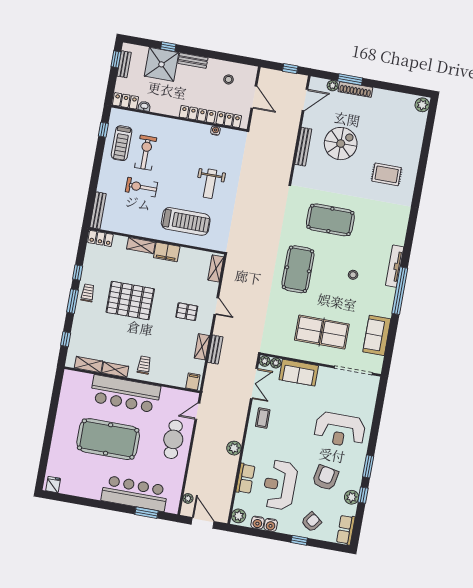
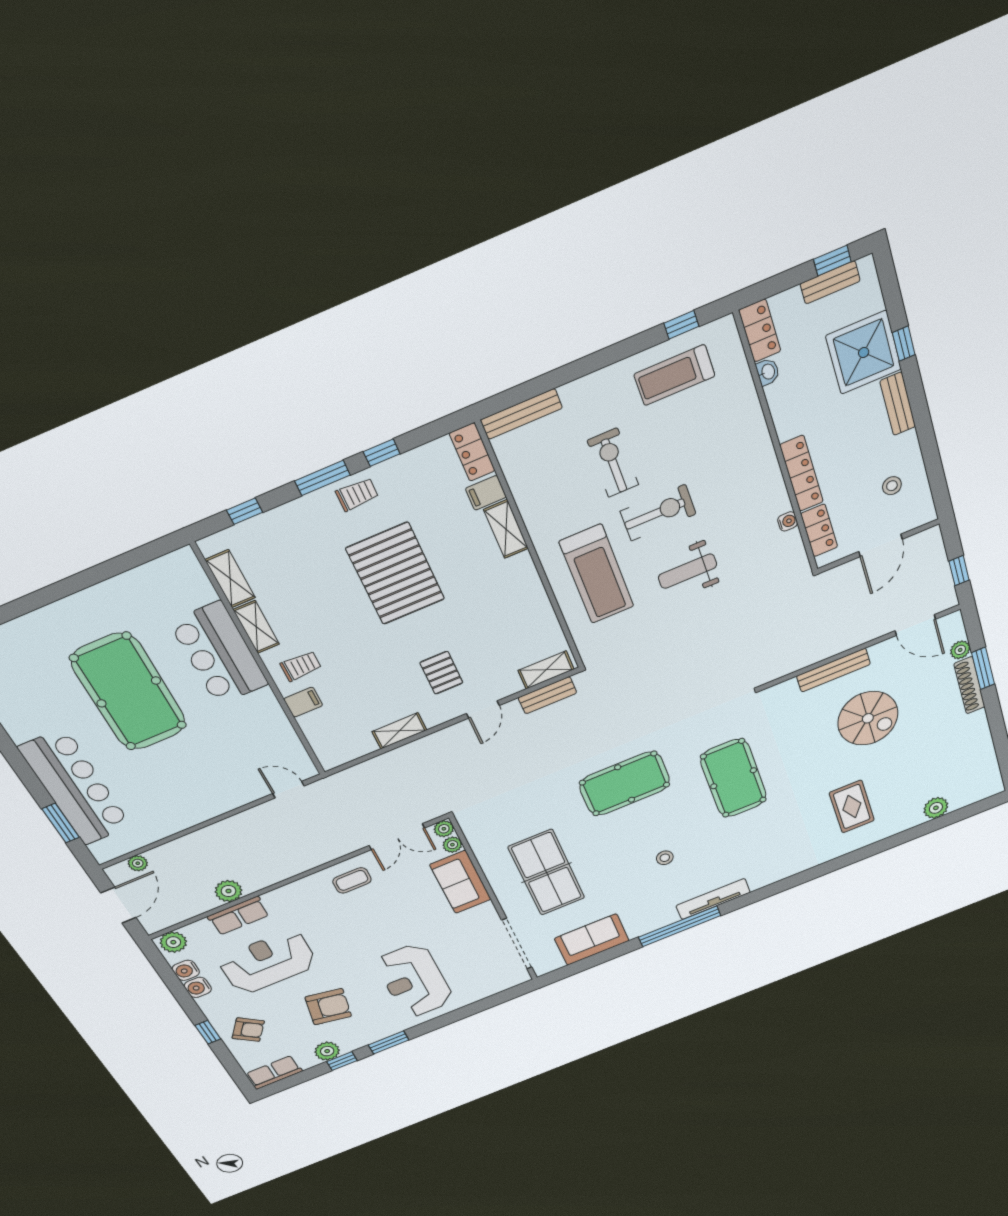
plant: (422, 105) -> (936, 808), moved
exercise bike: (146, 153) -> (658, 513), moved
filing cabinet: (167, 252) -> (486, 493), moved, width x0.50
bench: (215, 350) -> (547, 695), moved
filing cabinet: (193, 381) -> (303, 702), moved
bar counter: (125, 394) -> (219, 654), width x0.73
cafe table: (173, 439) -> (213, 785), removed
plant: (234, 448) -> (229, 891), moved

